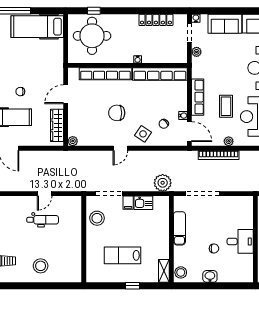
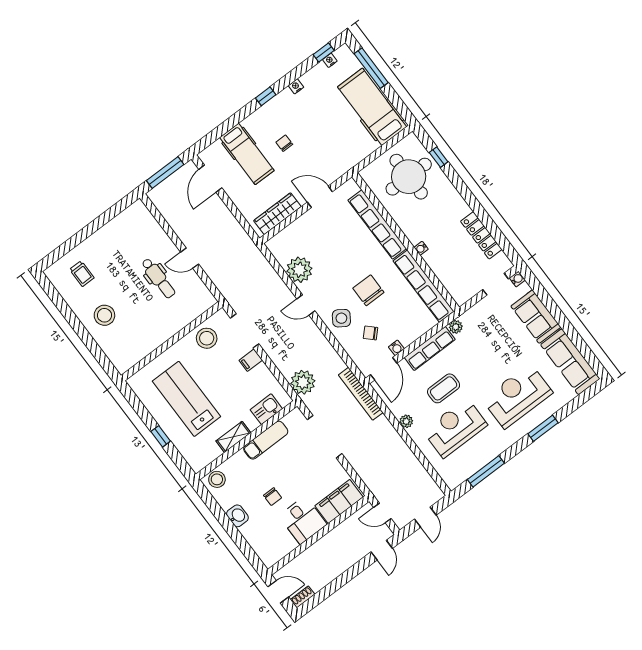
plant: (197, 52) -> (456, 327), moved
chair: (117, 113) -> (368, 290), moved
plant: (73, 141) -> (299, 270), moved, width x1.87, depth x1.87
bookcase: (219, 155) -> (361, 394), moved
kitchen sink: (143, 203) -> (266, 409), moved, turned 90
filing cabinet: (245, 213) -> (339, 501), added
lab bench: (122, 255) -> (186, 399), width x1.36, depth x1.39
shelving: (164, 271) -> (233, 437), moved

